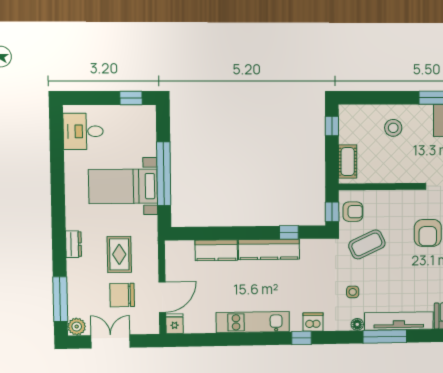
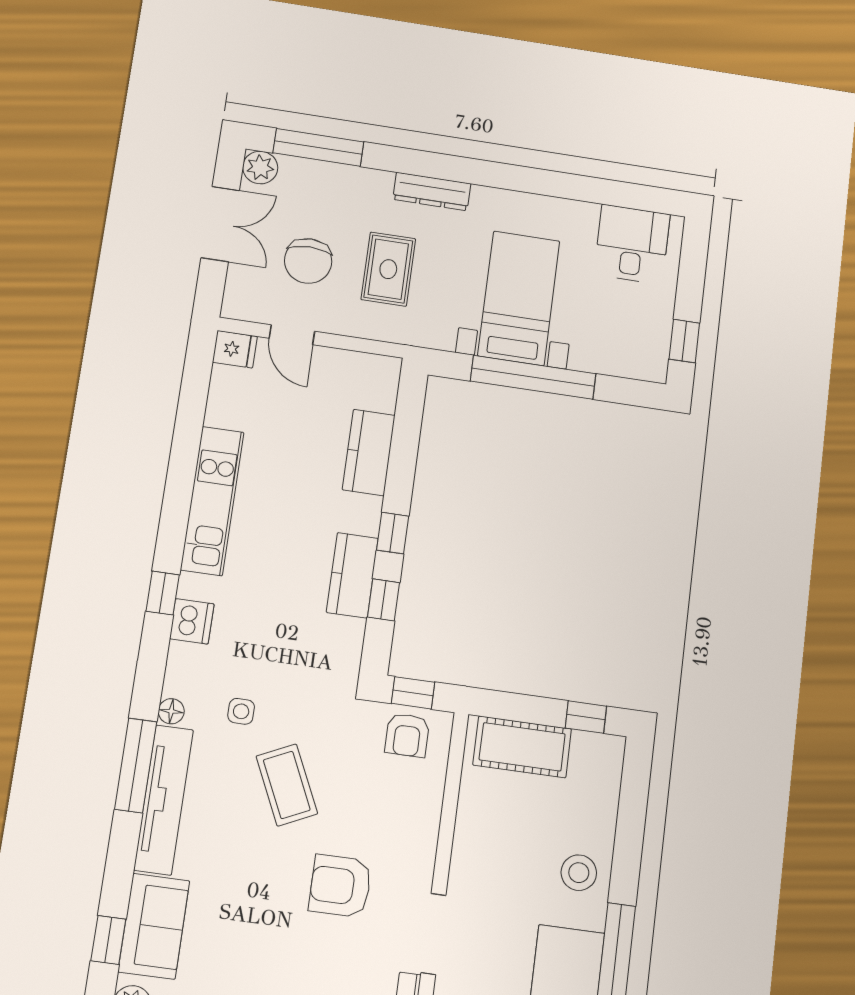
stool: (393, 128) -> (579, 873), moved
cot: (348, 162) -> (522, 747), width x1.37, depth x1.34
window: (255, 233) -> (393, 533), added
dresser: (74, 244) -> (432, 191), width x1.44
coffee table: (367, 244) -> (287, 785), moved
kitchen counter: (269, 249) -> (352, 575), width x0.67
rug: (119, 254) -> (388, 269), turned 90
chair: (122, 295) -> (308, 261), turned 180
door: (162, 297) -> (292, 335), width x0.73

